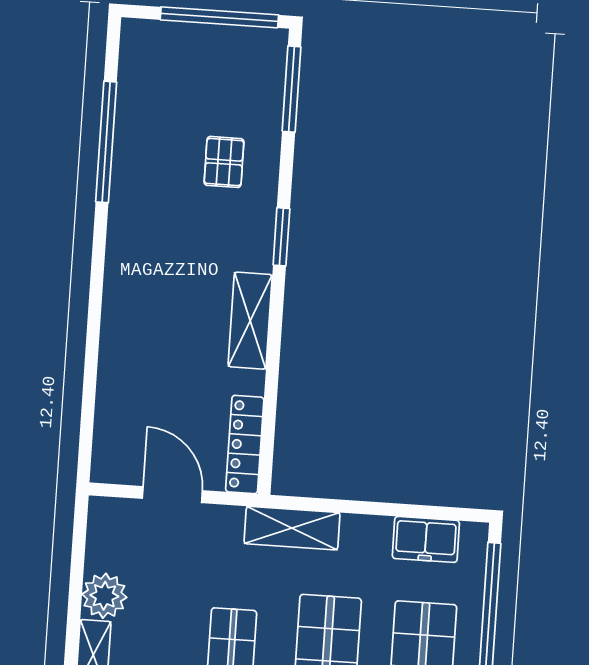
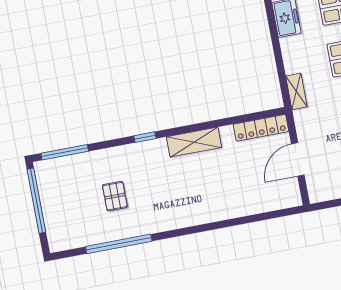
pallet: (224, 162) -> (115, 196), moved, turned 90
window: (281, 237) -> (145, 137), width x0.67
shelving: (292, 528) -> (296, 91), width x0.67, depth x0.75

